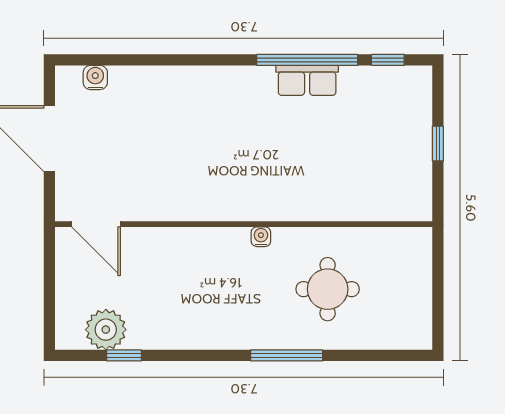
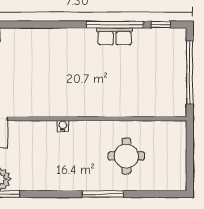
window: (438, 144) -> (190, 73), width x3.17
water cooler: (261, 237) -> (63, 126), moved

